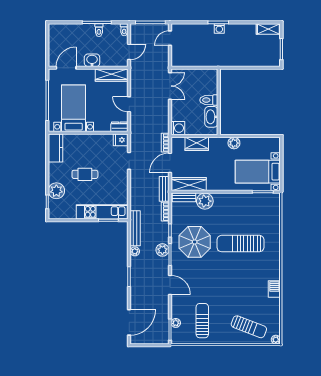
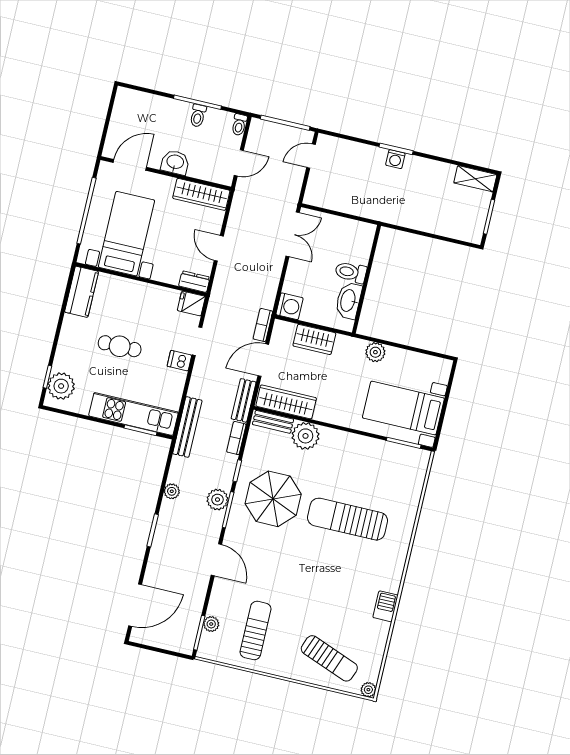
dishwasher: (122, 175) -> (179, 361), added
plant: (56, 191) -> (61, 386), moved
bench: (135, 228) -> (187, 427), moved

